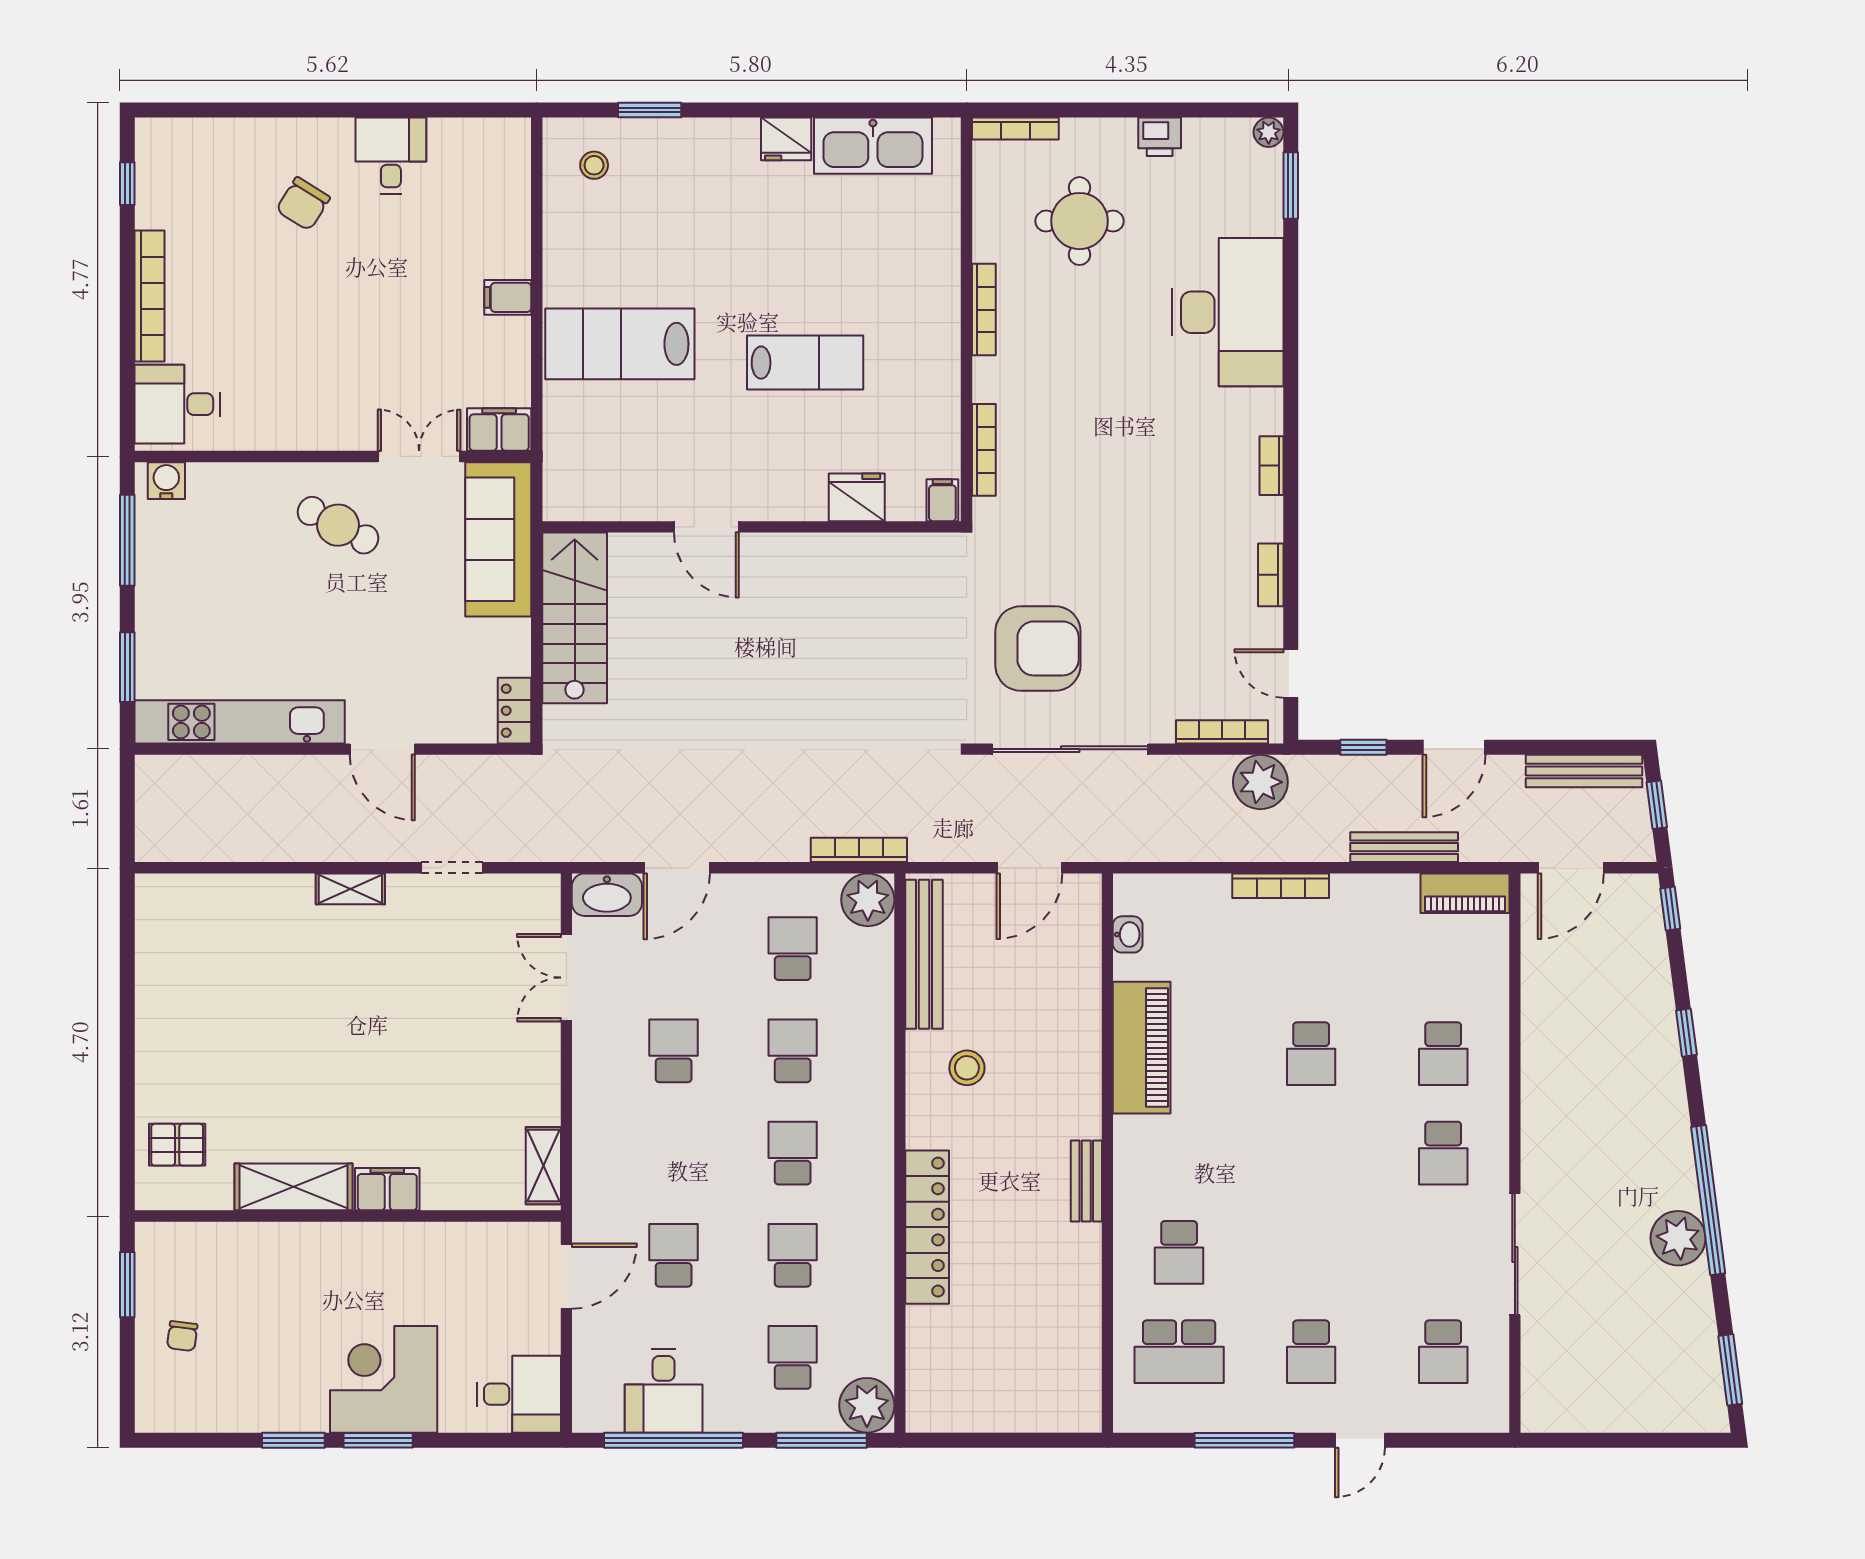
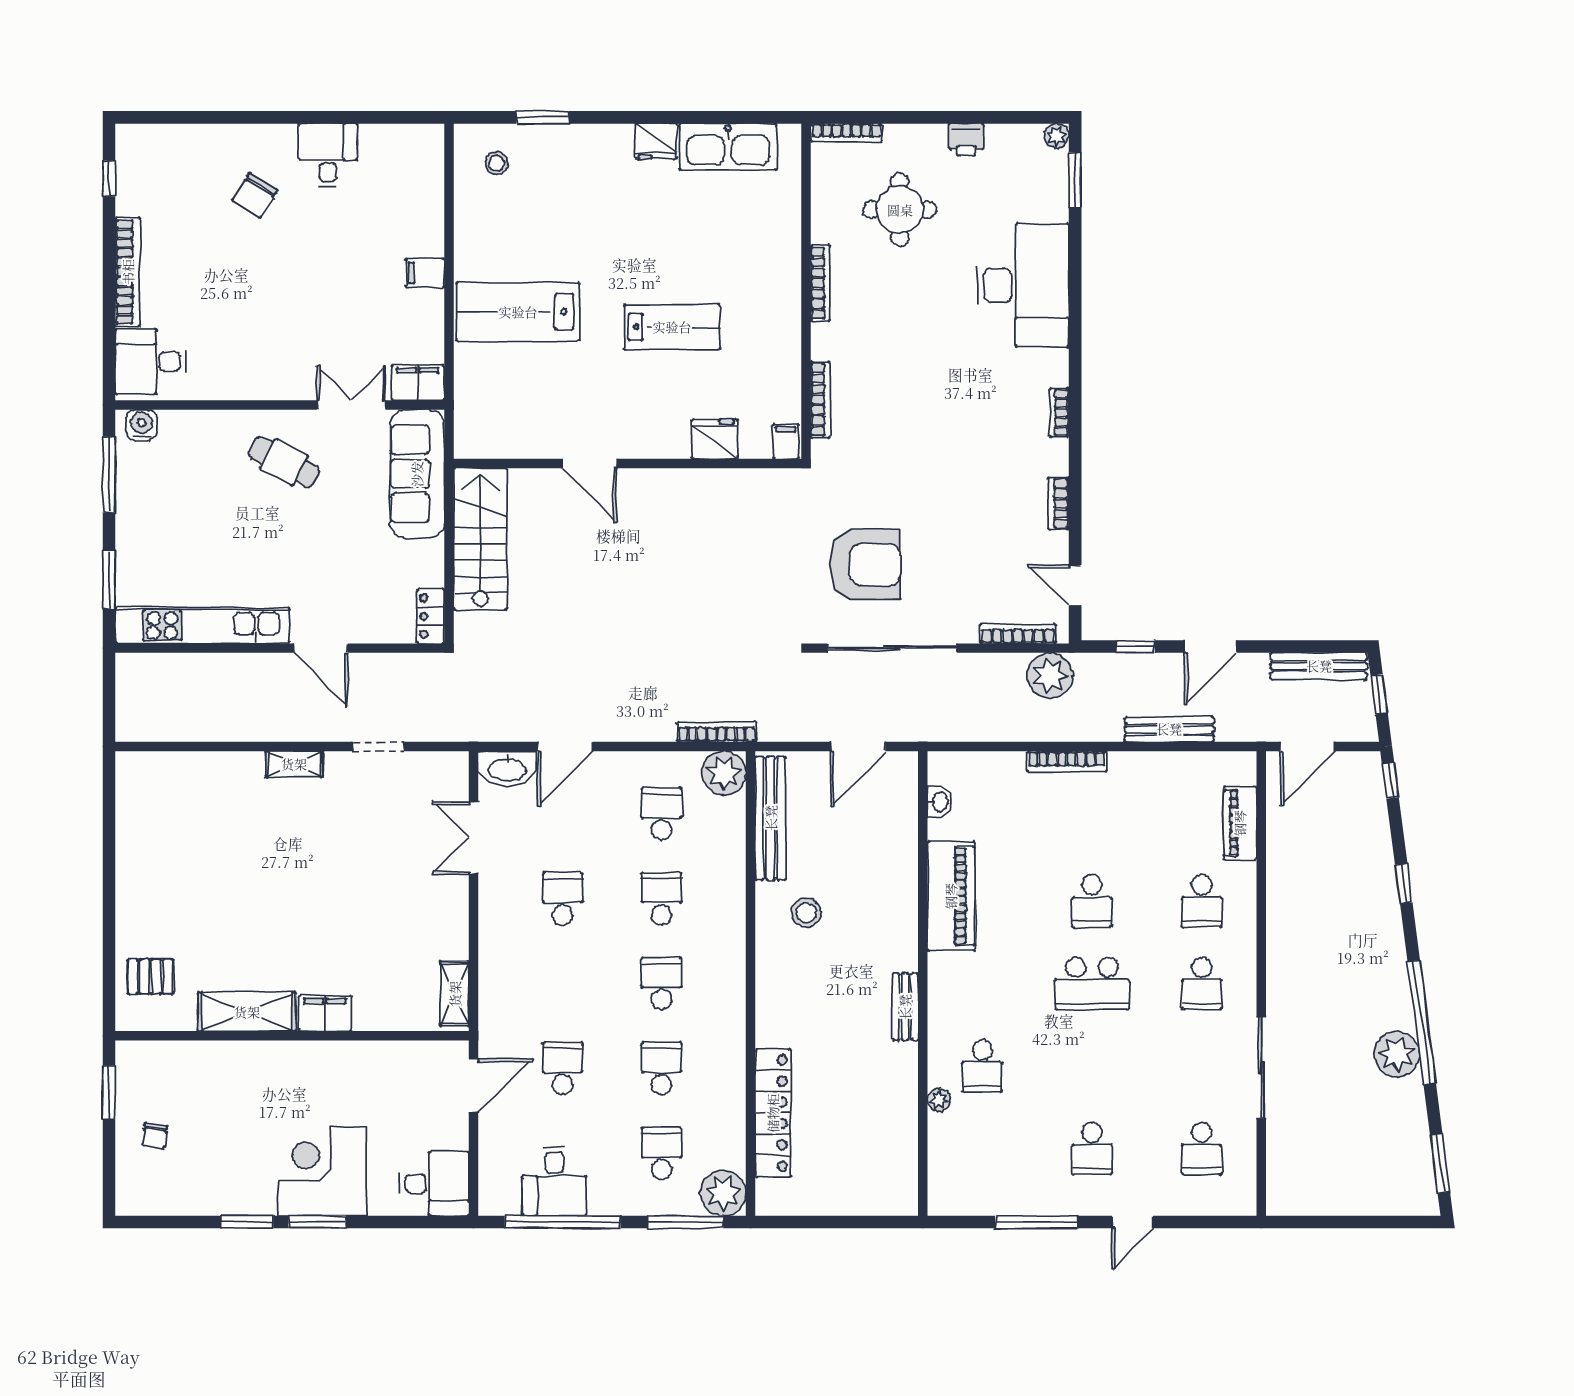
piano: (1465, 893) -> (1240, 823), moved, turned 90
locker: (927, 1227) -> (773, 1113), moved
plant: (1127, 1293) -> (939, 1100), added
school desk: (1179, 1352) -> (1092, 983), moved

